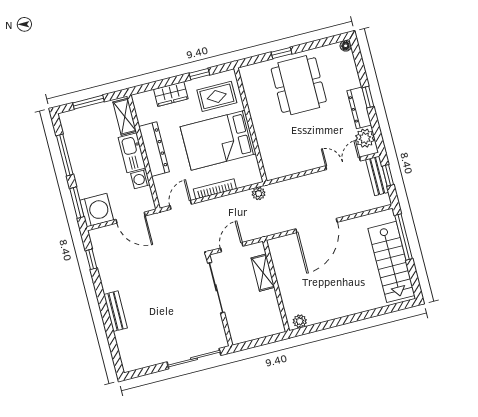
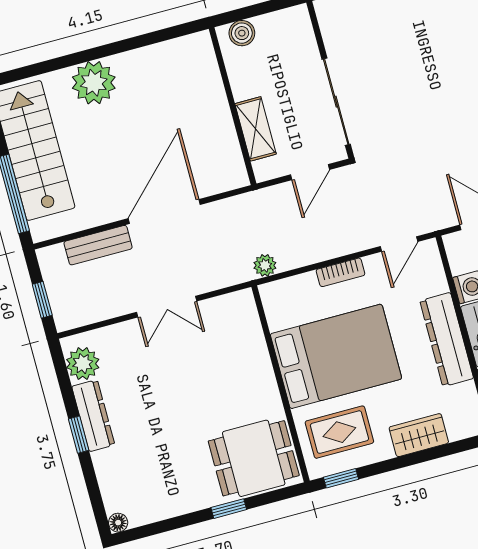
window: (199, 74) -> (341, 478), moved
dining table: (299, 85) -> (254, 458), moved, width x0.73
double door: (343, 163) -> (167, 307), moved
bench: (377, 176) -> (98, 245), moved, turned 90
bookcase: (215, 189) -> (341, 272), width x0.64
plant: (300, 321) -> (94, 83), moved, width x1.87, depth x1.87
boiler: (270, 328) -> (242, 33), added

